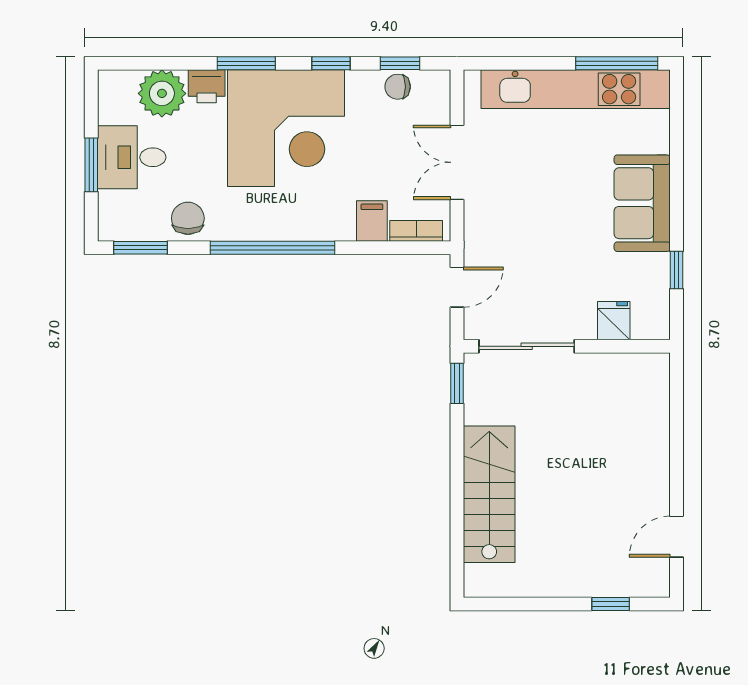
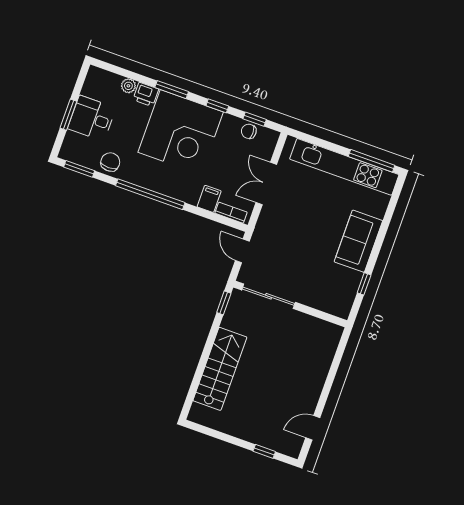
plant: (162, 93) -> (128, 86), width x0.53, depth x0.53
door: (457, 287) -> (242, 251), swing flipped
fridge: (614, 321) -> (320, 299), removed

